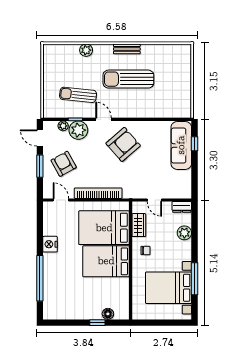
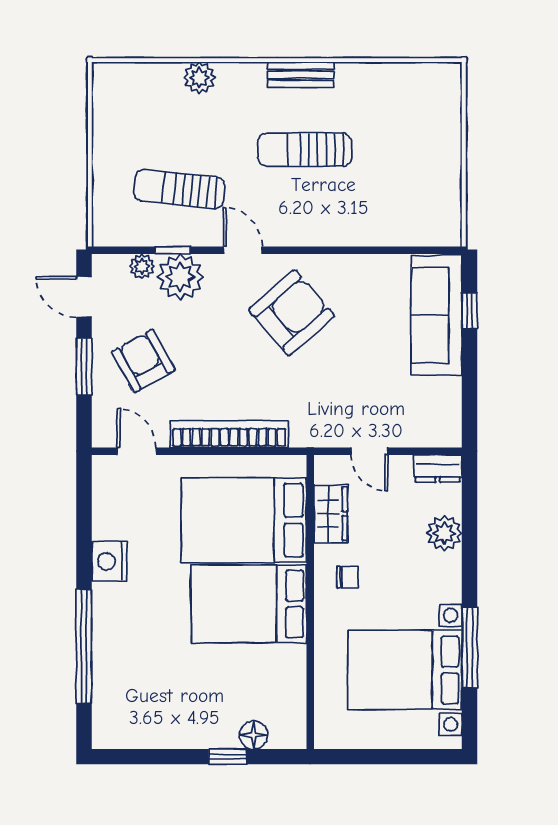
sun lounger: (128, 79) -> (305, 150), width x0.73, depth x0.75

